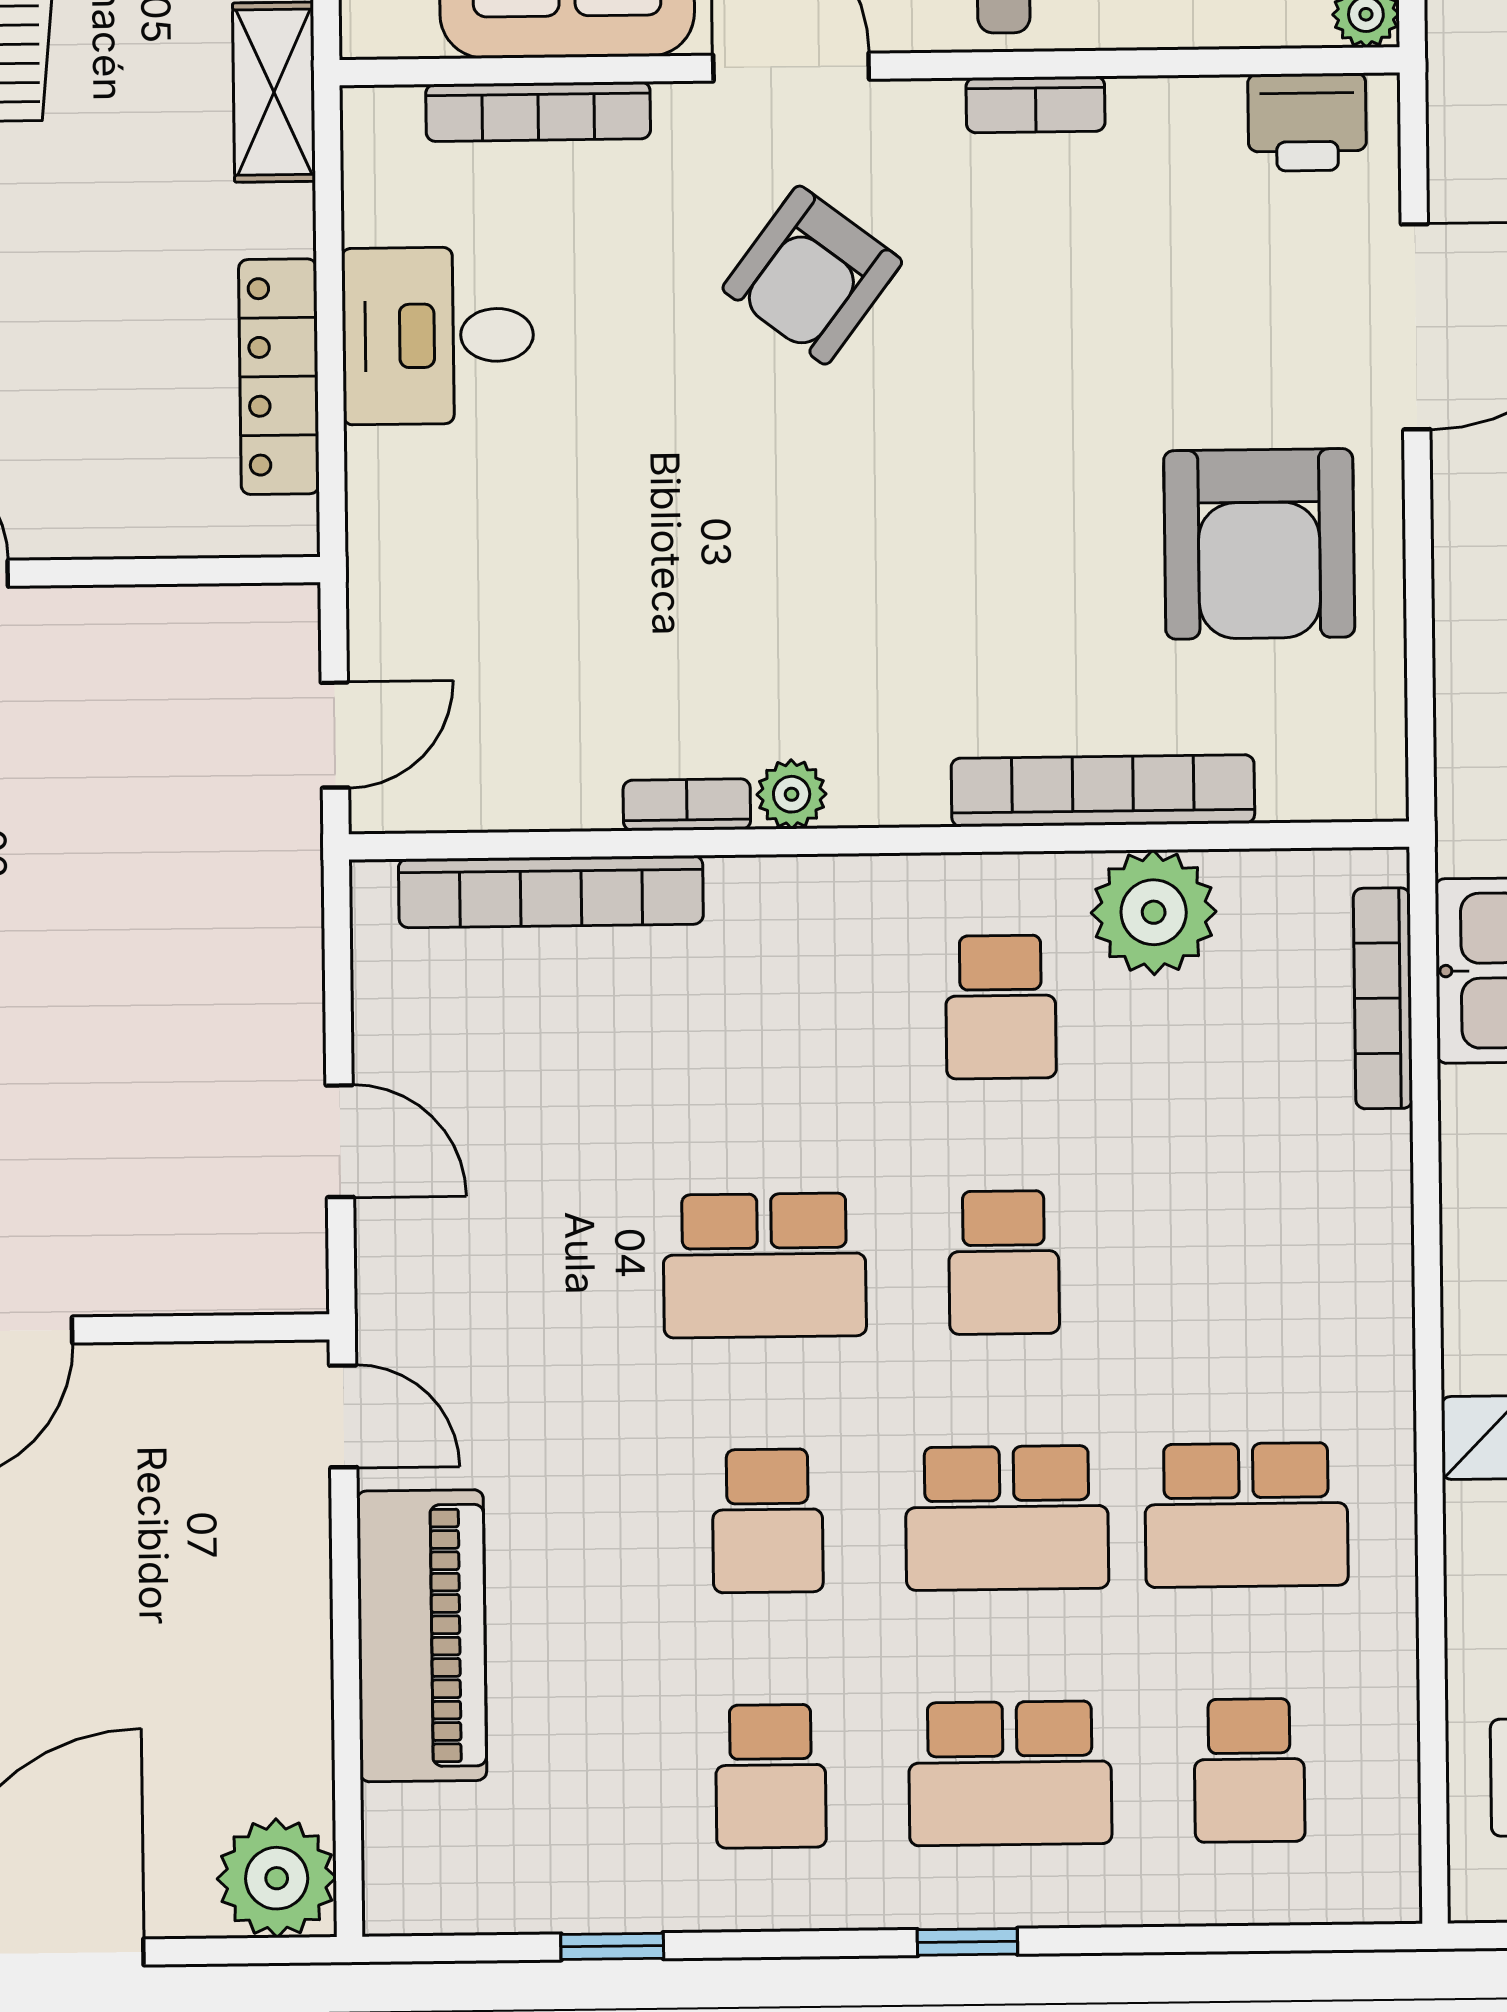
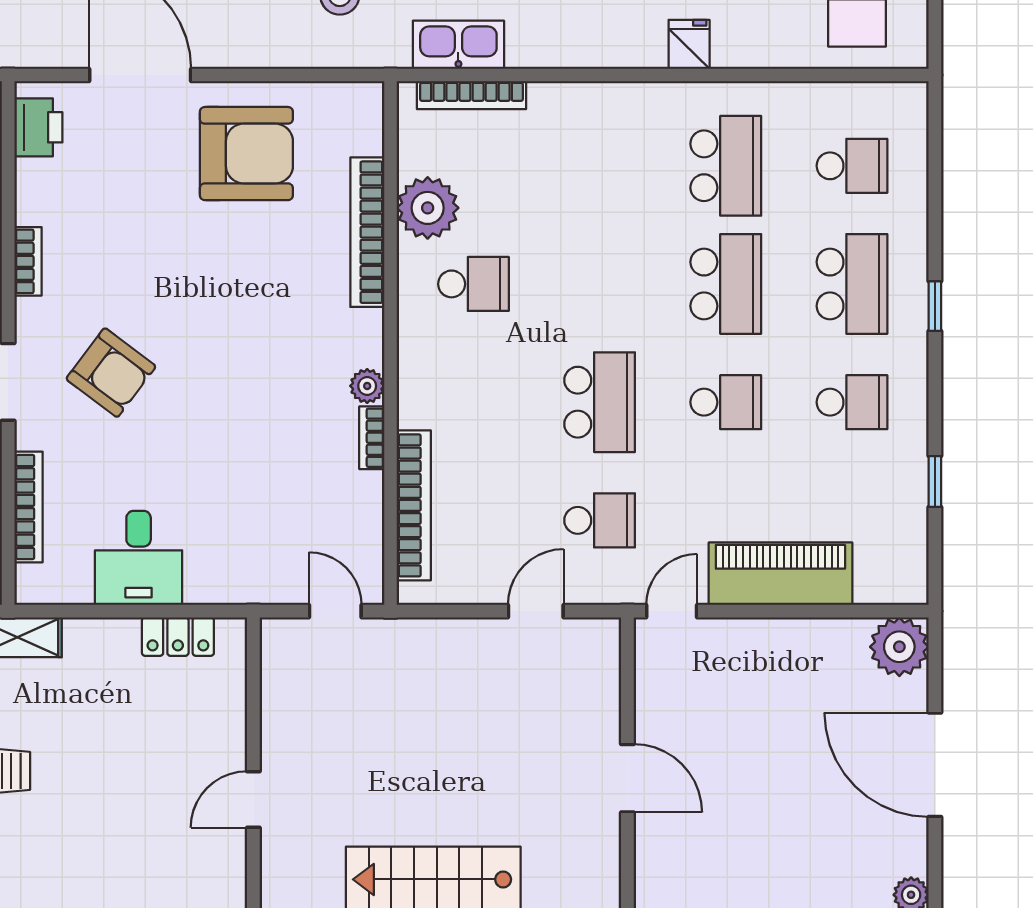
locker: (279, 377) -> (178, 637), width x0.66
school desk: (1004, 1262) -> (600, 520), moved

